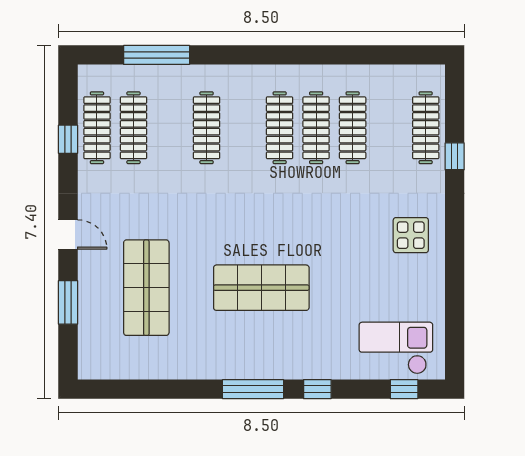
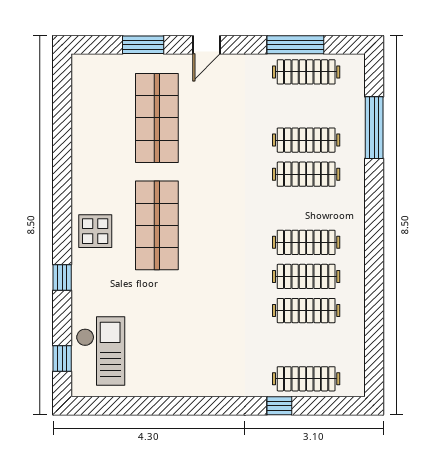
clothes rail: (133, 128) -> (306, 140), moved
window: (68, 139) -> (295, 45), width x2.17
display table: (411, 235) -> (95, 231), moved
shop shelf: (146, 288) -> (157, 118), turned 90
window: (253, 389) -> (62, 218), removed

